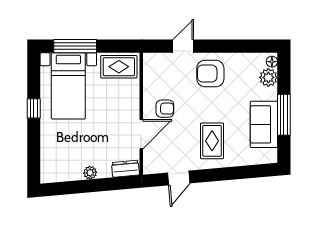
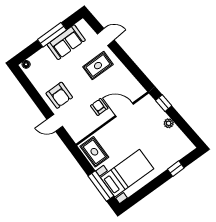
plant: (268, 77) -> (37, 60), removed
window: (34, 108) -> (176, 169), moved
dresser: (125, 169) -> (151, 104), removed
door: (179, 178) -> (106, 37), moved
window: (117, 183) -> (164, 103), added

